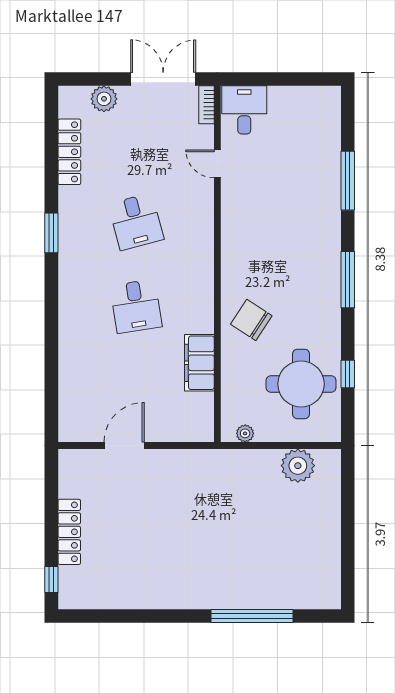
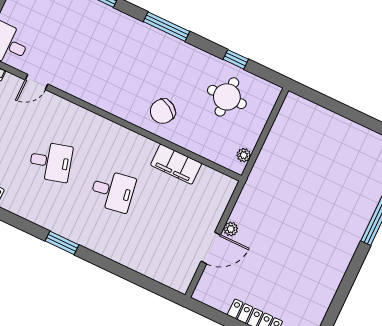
window: (51, 233) -> (62, 243), moved
round table: (301, 384) -> (227, 97), width x0.73, depth x0.73
door: (124, 446) -> (211, 248), swing flipped
plant: (298, 466) -> (231, 229), moved, width x0.53, depth x0.53

